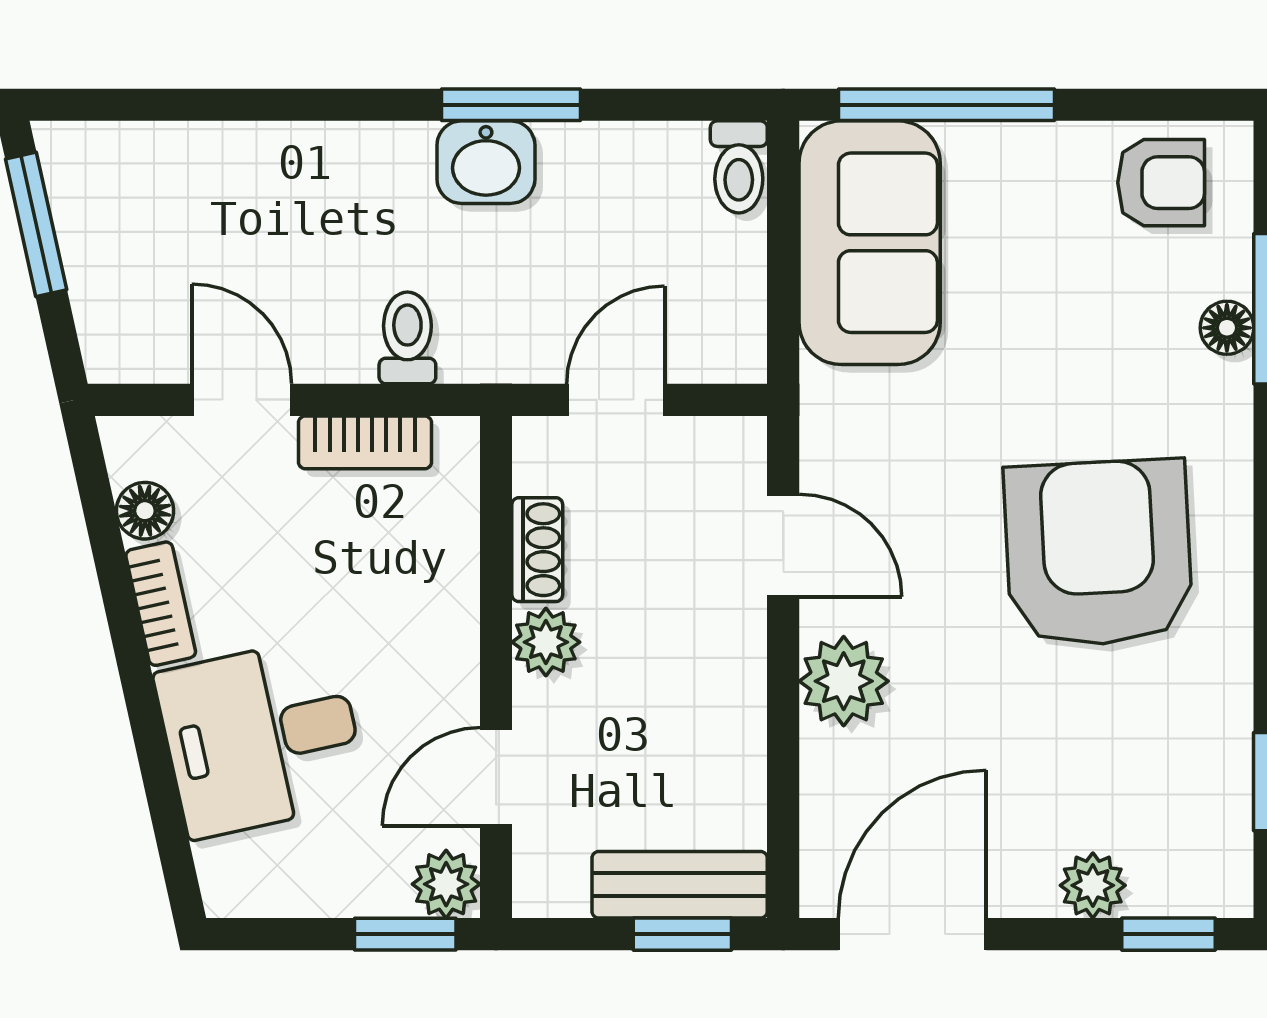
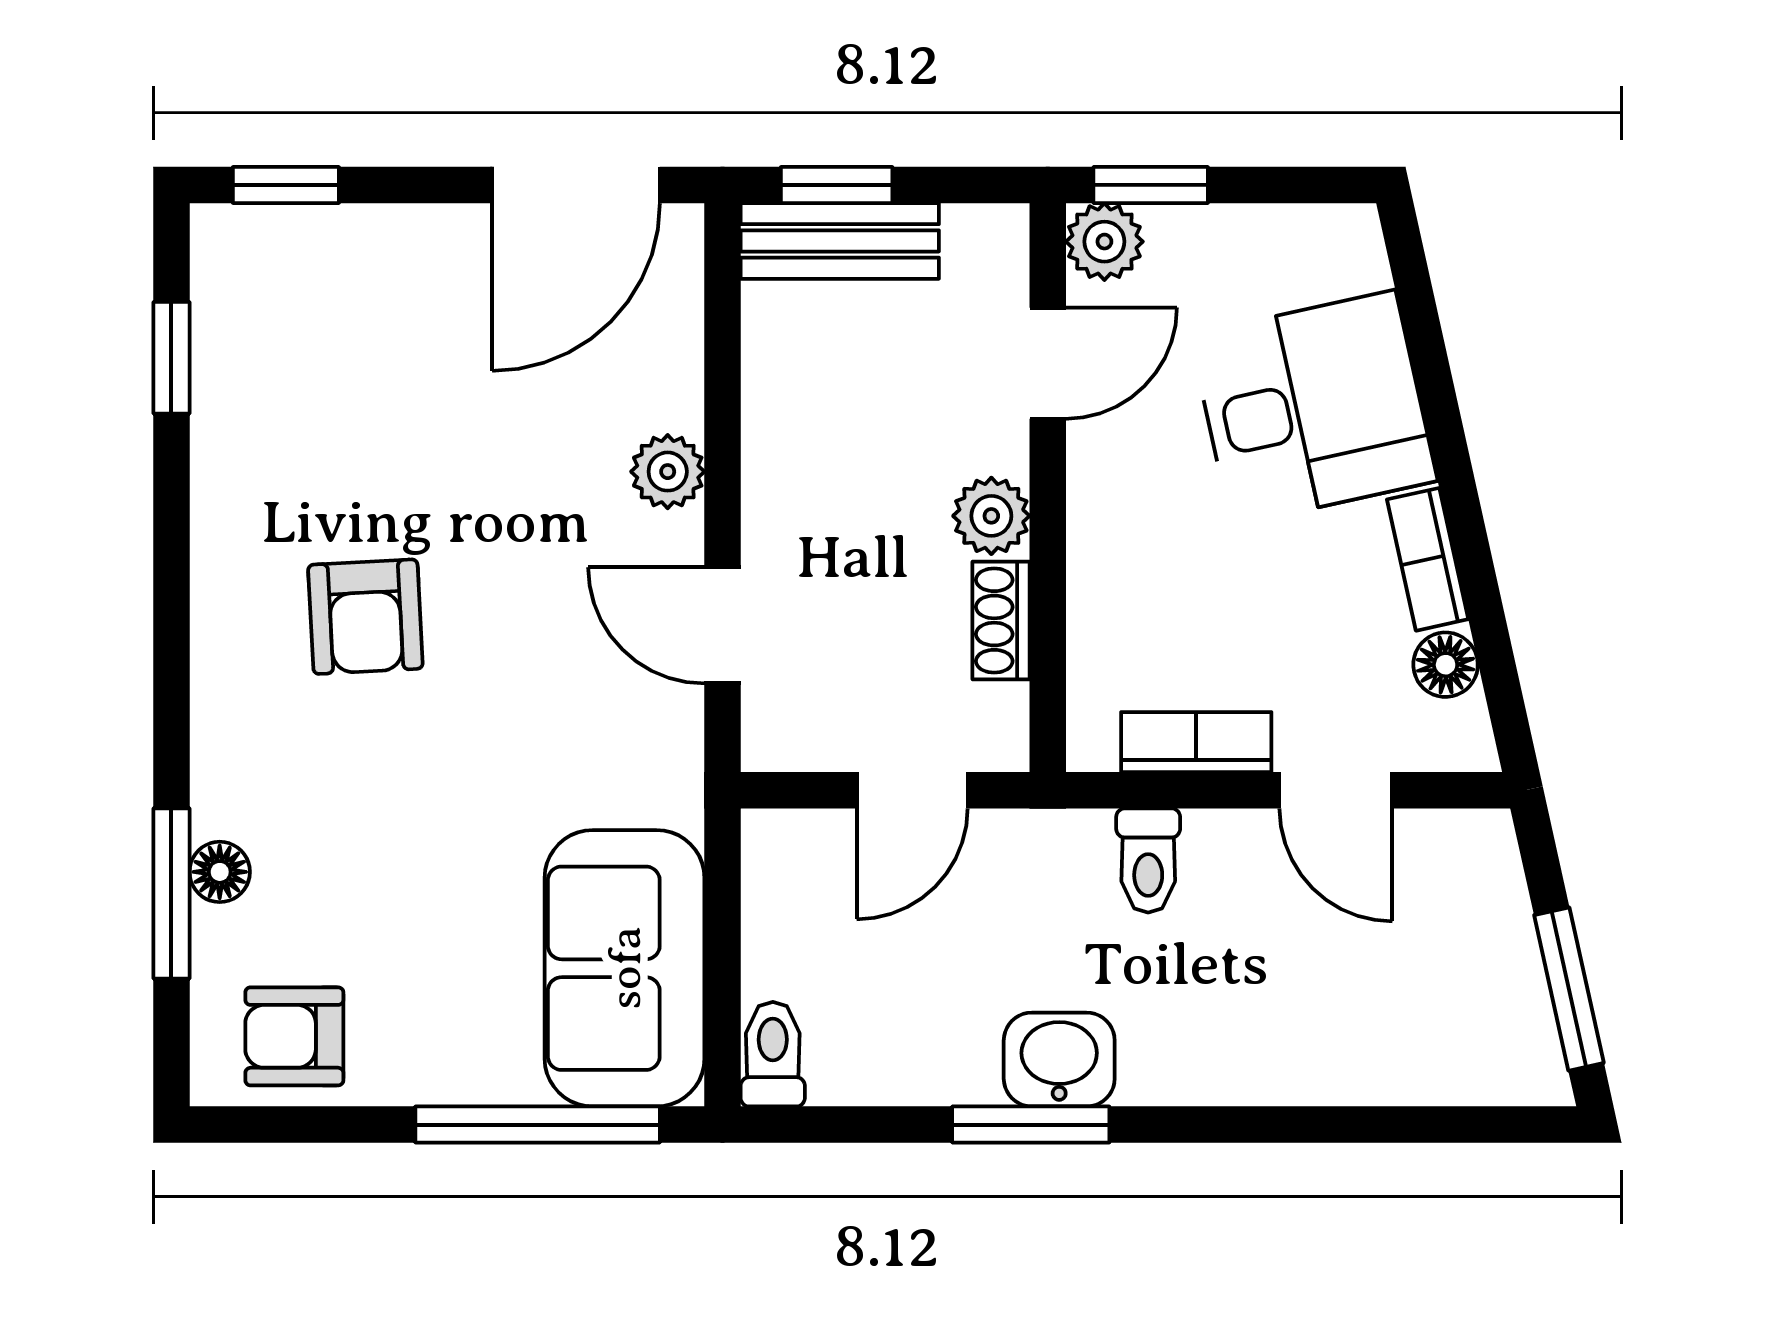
armchair: (1098, 553) -> (365, 617), width x0.53, depth x0.53
plant: (844, 681) -> (668, 472), width x0.73, depth x0.73
plant: (1093, 885) -> (372, 240), removed

